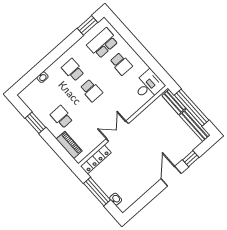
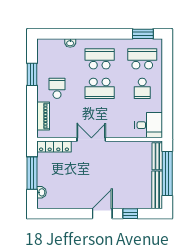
school desk: (73, 70) -> (100, 59), width x1.85
school desk: (91, 90) -> (100, 88), width x1.85

